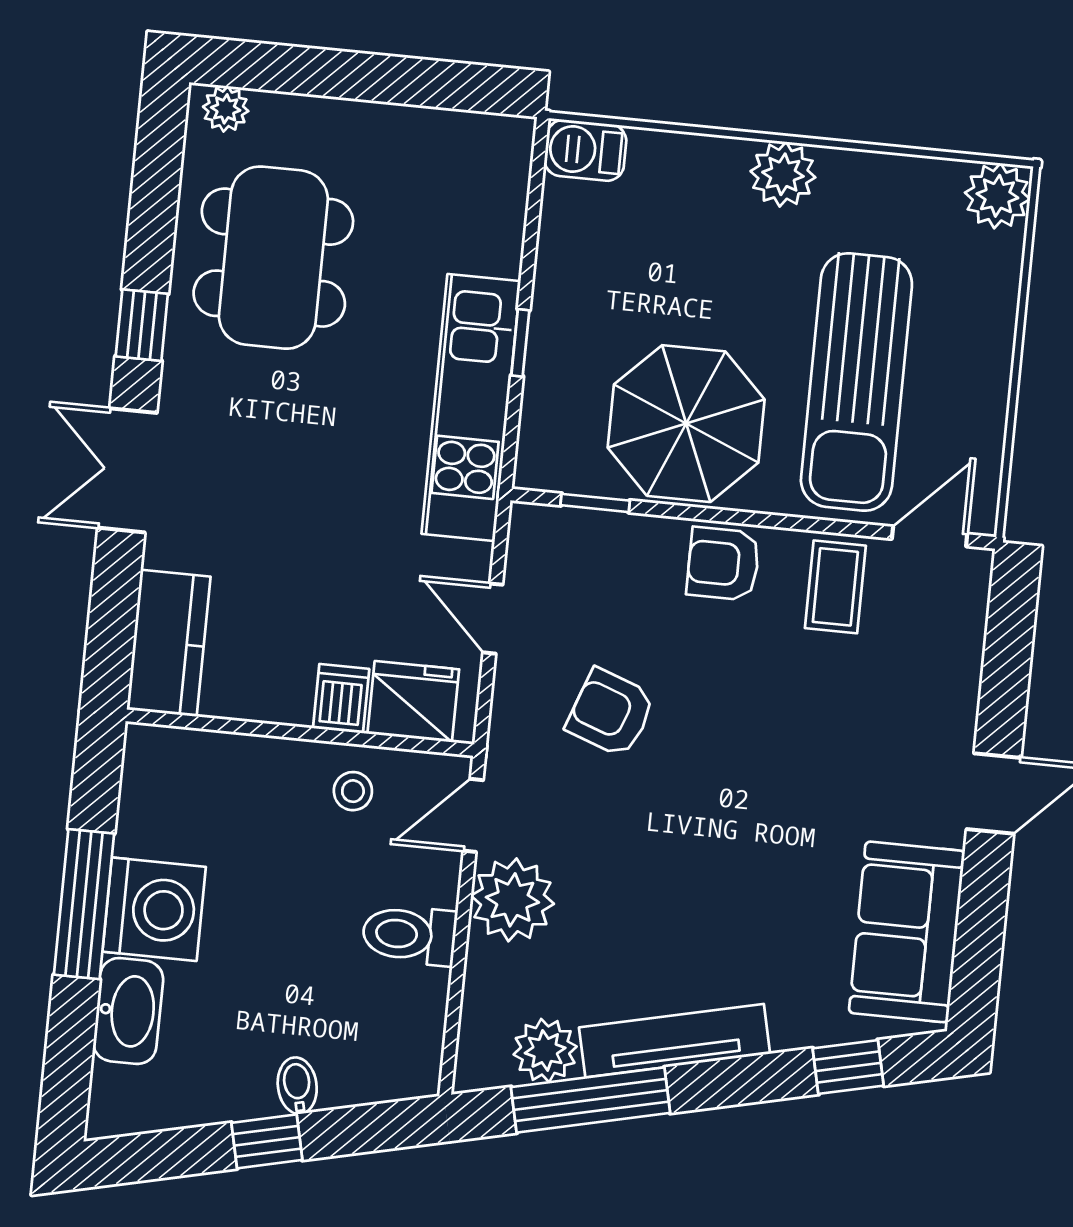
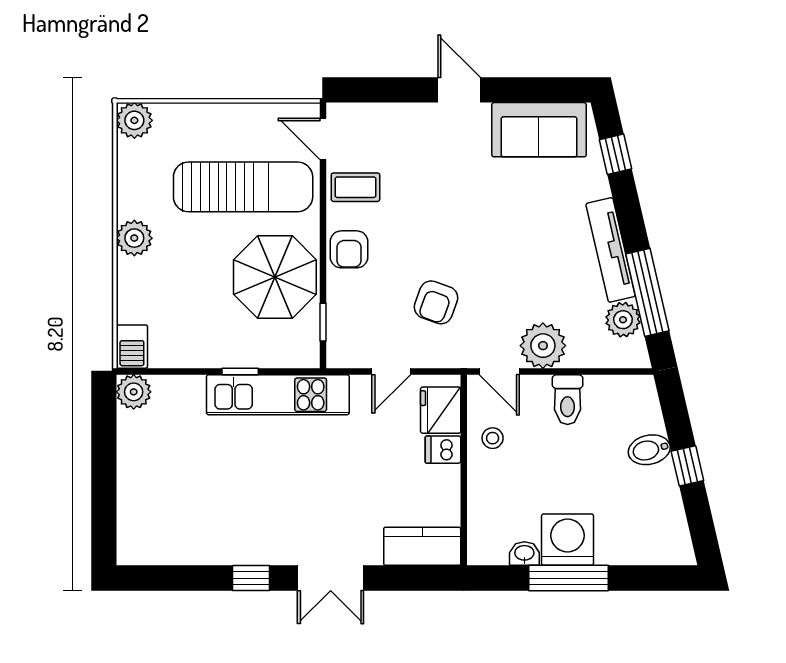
plant: (226, 109) -> (134, 392), moved, width x1.38, depth x1.38
dining table: (273, 258) -> (207, 510), removed
washbasin: (128, 1011) -> (524, 554), moved, width x0.52, depth x0.69
bidet: (297, 1086) -> (649, 450), width x1.38, depth x1.36

